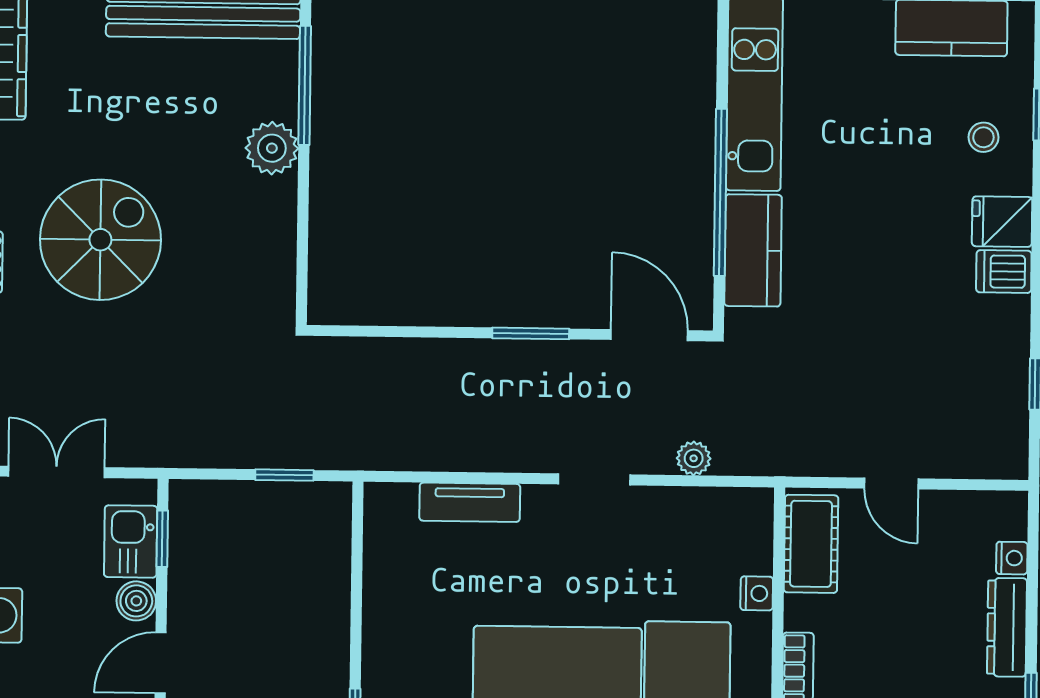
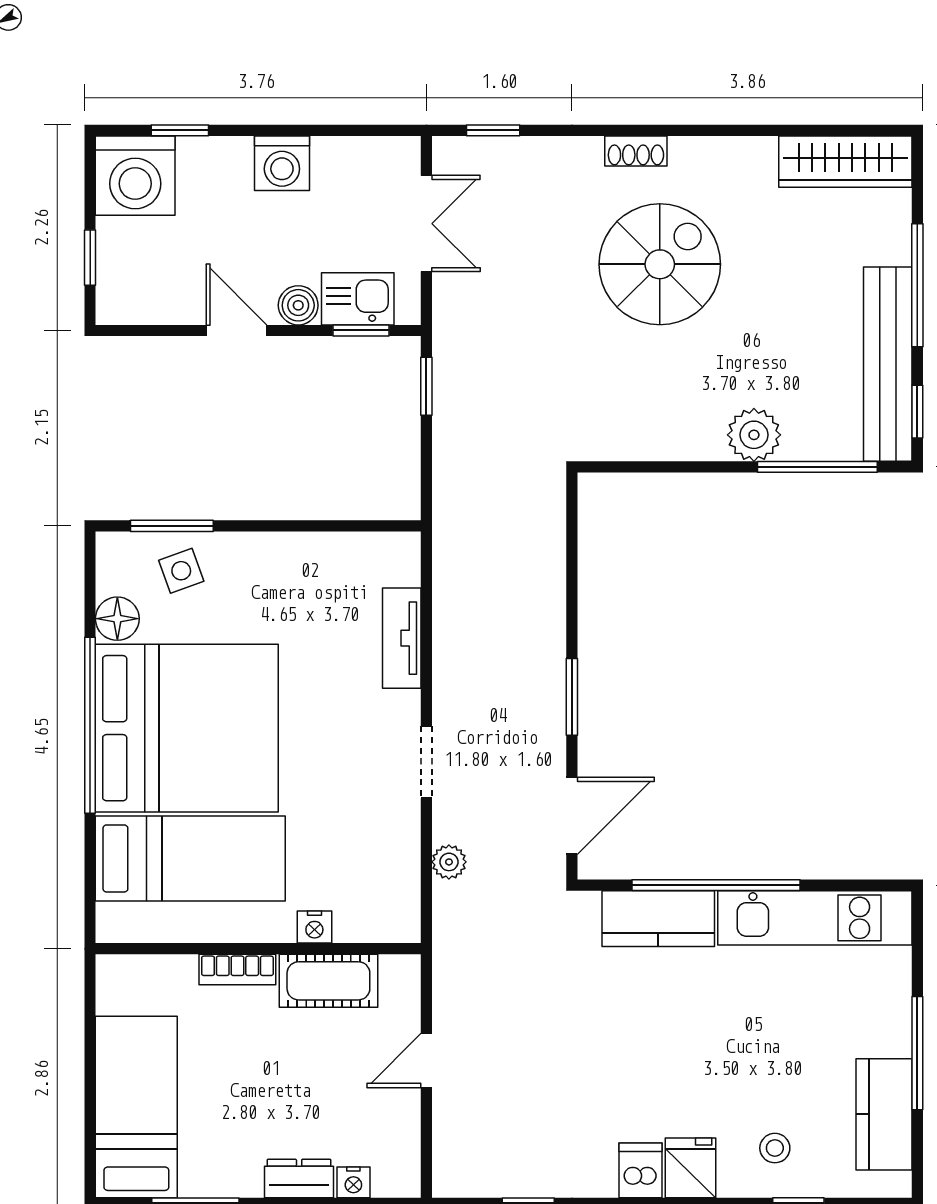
spiral stairs: (100, 240) -> (660, 264), turned -90
window: (284, 475) -> (426, 386), moved
cot: (811, 544) -> (328, 981), moved
dresser: (1007, 627) -> (299, 1178), width x0.70

